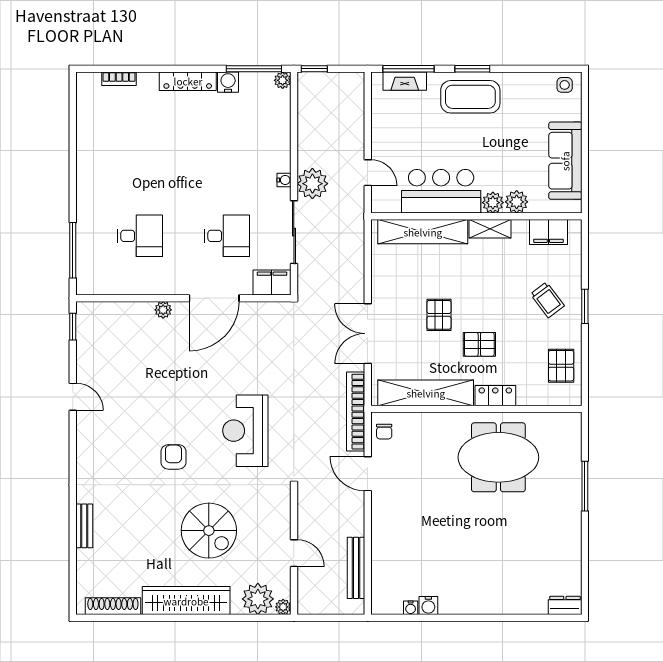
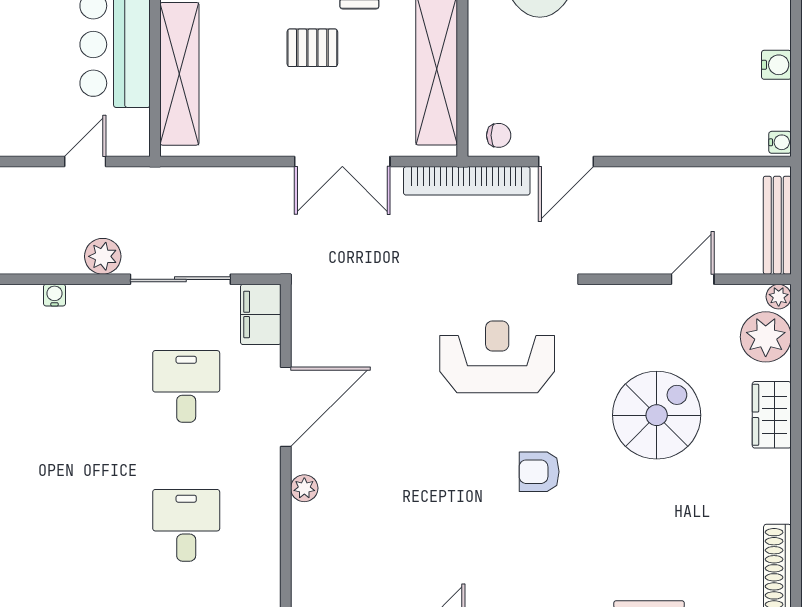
water cooler: (284, 180) -> (55, 295), moved
plant: (312, 184) -> (103, 256), width x0.73, depth x0.73
door: (214, 298) -> (286, 407), hinge flipped
reception desk: (245, 431) -> (497, 357), turned 180
bench: (356, 568) -> (777, 225), moved, turned 90
wardrobe: (186, 601) -> (772, 415), width x0.48, depth x0.85
water cooler: (411, 608) -> (780, 142), moved

